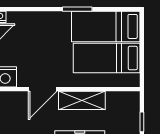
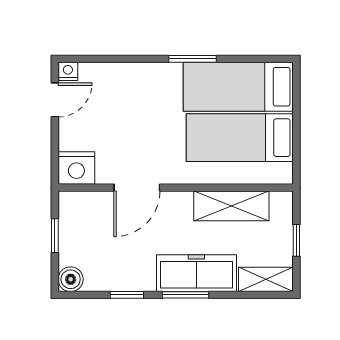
shelving: (82, 100) -> (231, 206), moved

